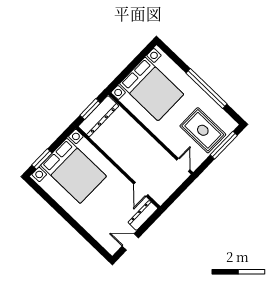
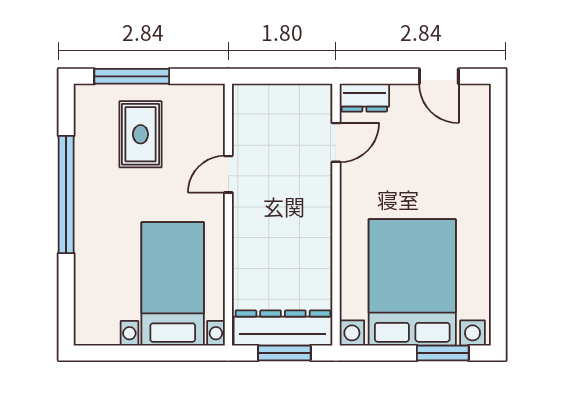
bed with nightstands: (152, 89) -> (173, 284), width x0.73
rug: (203, 130) -> (140, 134), width x0.73, depth x0.70
door: (183, 165) -> (228, 174), moved
dresser: (143, 215) -> (364, 98), width x0.70

